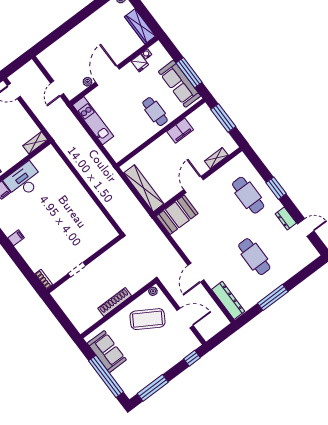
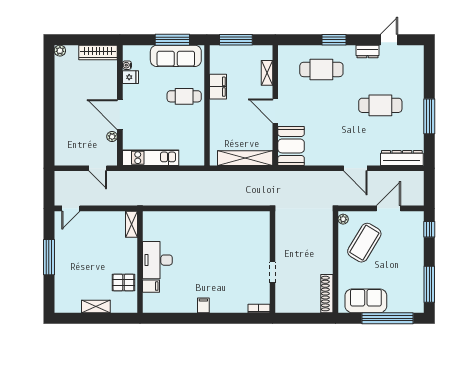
shoe rack: (115, 302) -> (327, 294), moved

